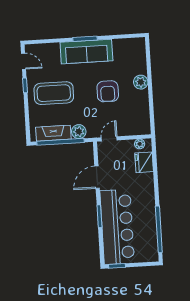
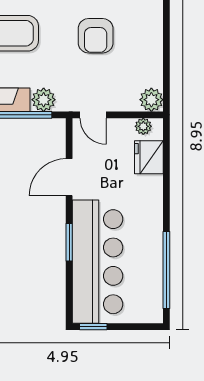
plant: (141, 82) -> (151, 100), moved
door: (109, 139) -> (93, 115), swing flipped

